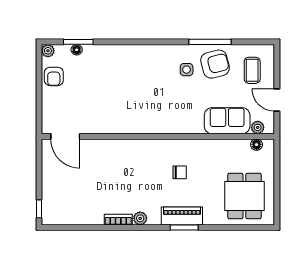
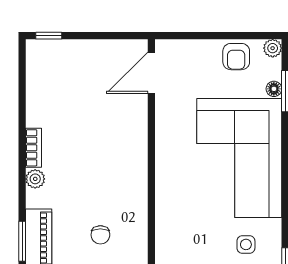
corner sofa: (125, 74) -> (239, 158), added
armchair: (54, 76) -> (236, 57), turned -90

